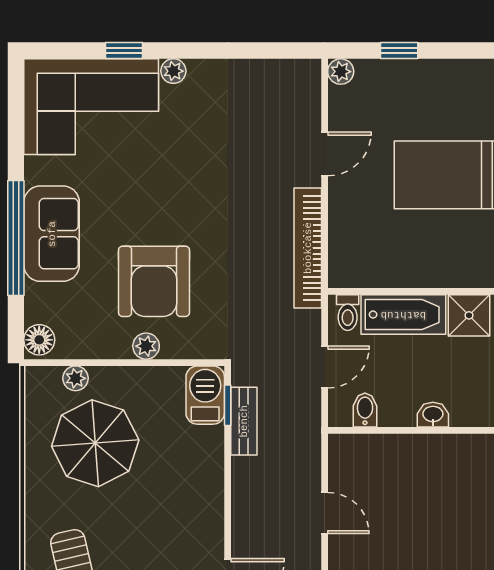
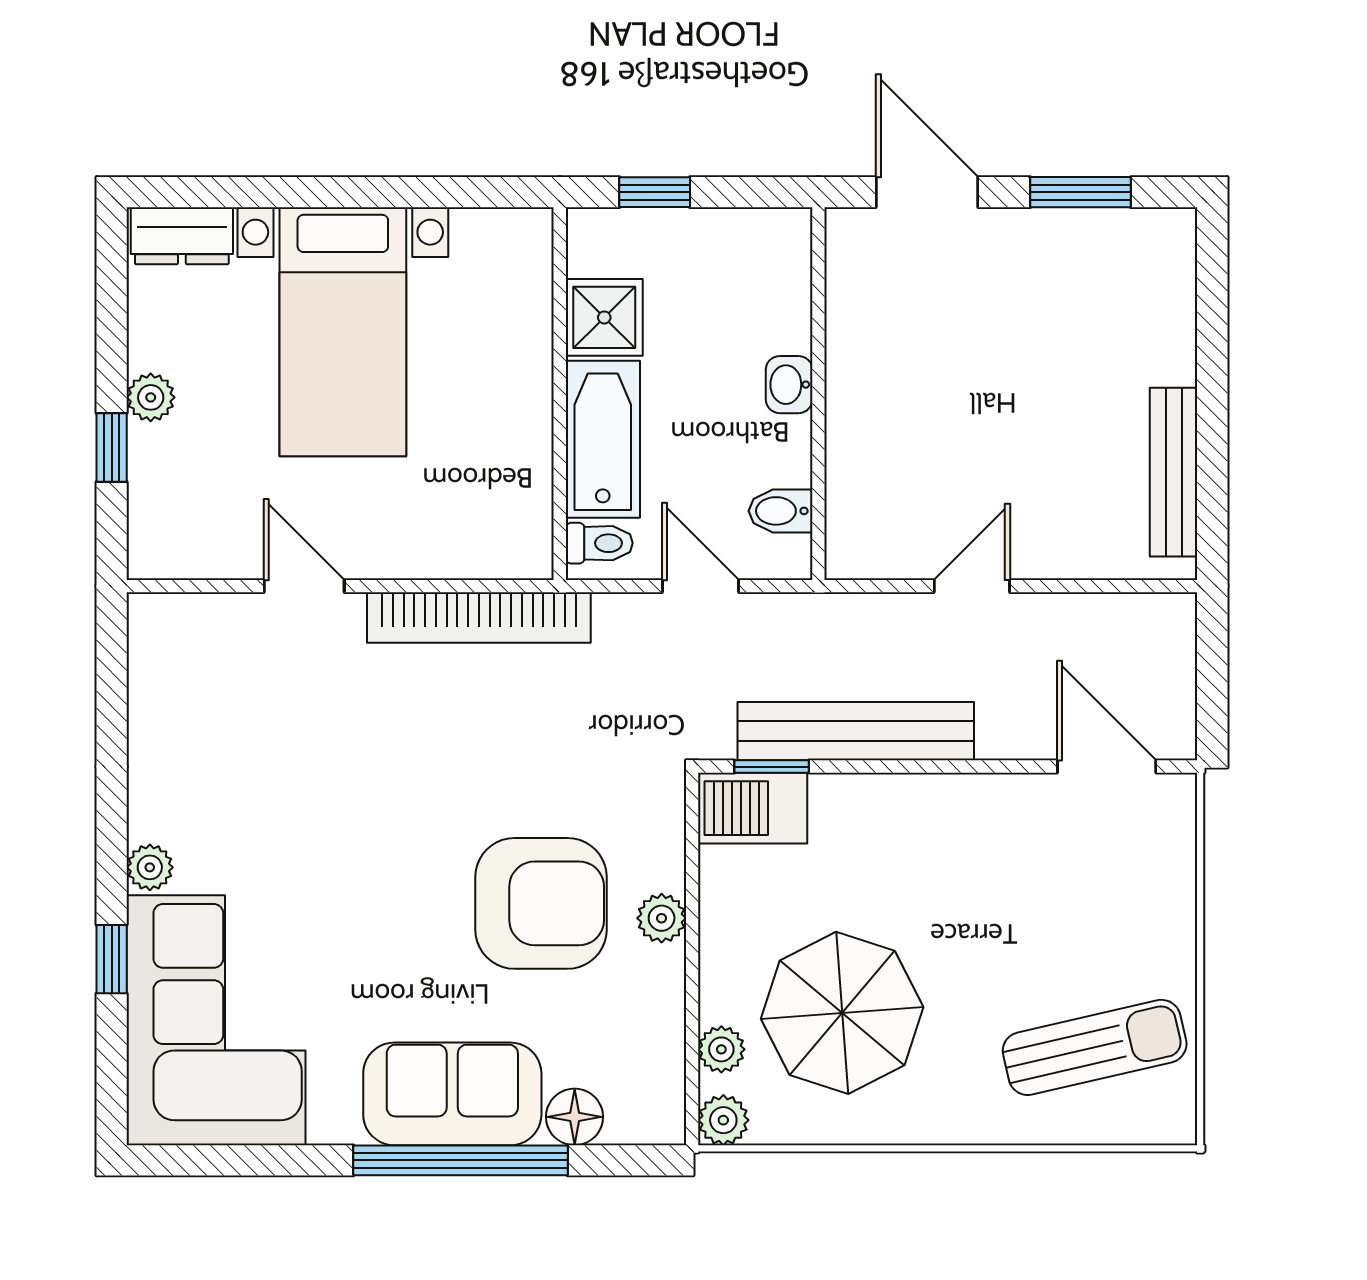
plant: (341, 72) -> (151, 397), moved
floor lamp: (39, 340) -> (575, 1117), moved
plant: (37, 379) -> (723, 1120), added
bench: (244, 421) -> (856, 731), width x1.86, depth x1.21

